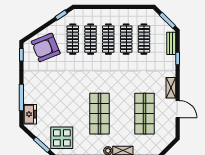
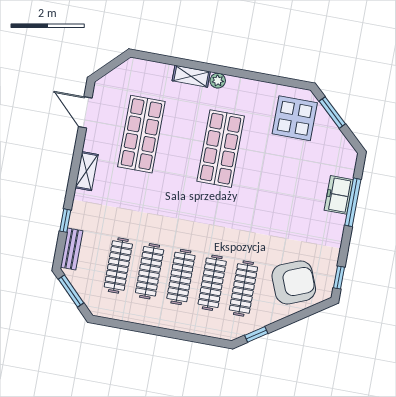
door: (178, 109) -> (85, 112), moved
freezer: (30, 114) -> (339, 195), moved

